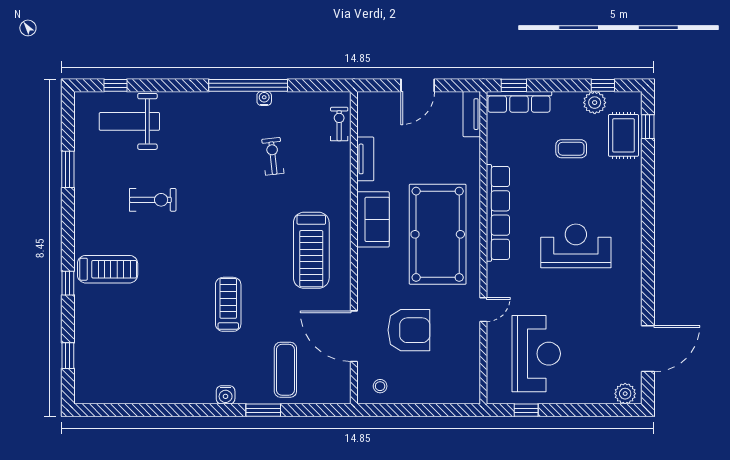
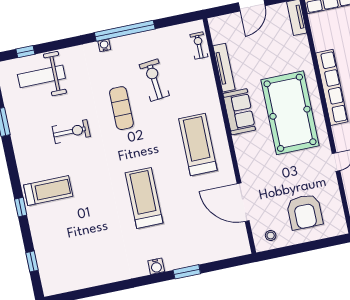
water cooler: (264, 98) -> (104, 45), moved
exercise bike: (273, 156) -> (154, 80), width x1.38, depth x1.39
tv unit: (365, 159) -> (224, 68), width x1.41
treadmill: (311, 250) -> (198, 145), turned 180
treadmill: (228, 304) -> (144, 198), width x1.37, depth x1.37
armchair: (409, 330) -> (305, 212), moved, turned 90
exercise mat: (285, 370) -> (121, 108), moved

